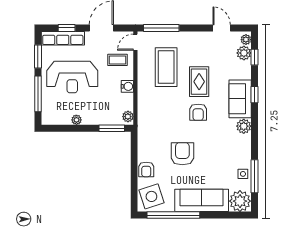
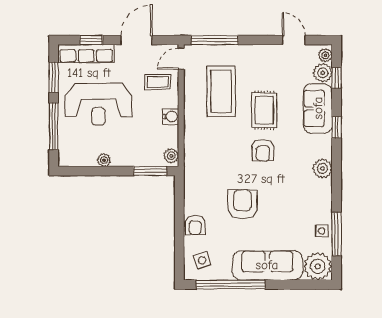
sofa: (240, 99) -> (318, 108), moved
side table: (151, 196) -> (202, 260), width x0.54, depth x0.54

